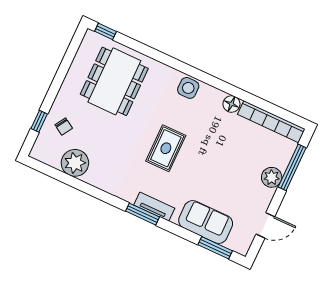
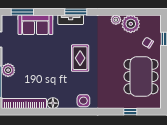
window: (105, 31) -> (130, 112), moved
dining table: (114, 81) -> (141, 77), moved
plant: (93, 178) -> (116, 20), added

